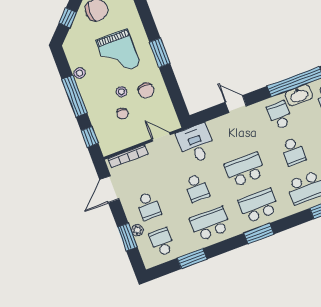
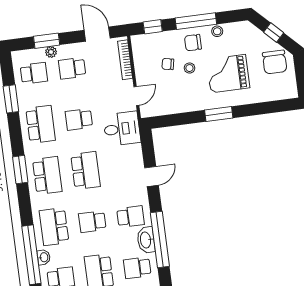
chair: (146, 90) -> (193, 43), moved

